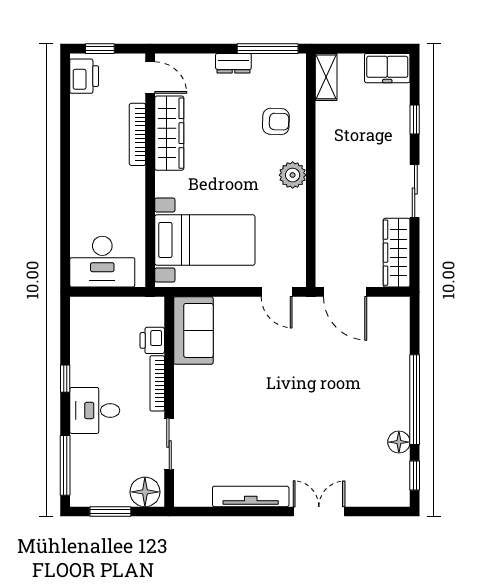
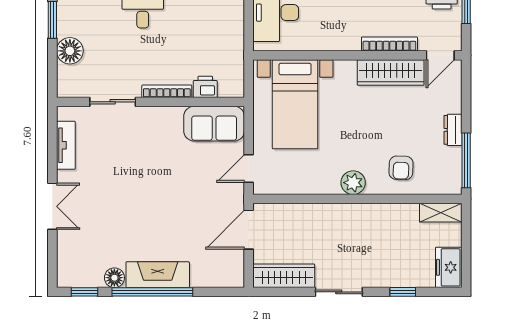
sofa: (193, 330) -> (214, 124), moved
printer: (152, 340) -> (205, 87), moved
bookcase: (157, 383) -> (167, 91), moved
fireplace: (395, 394) -> (158, 275), added
wall: (169, 402) -> (151, 102), moved
sliding door: (169, 444) -> (113, 102), moved
tv unit: (251, 496) -> (66, 145), width x0.71

